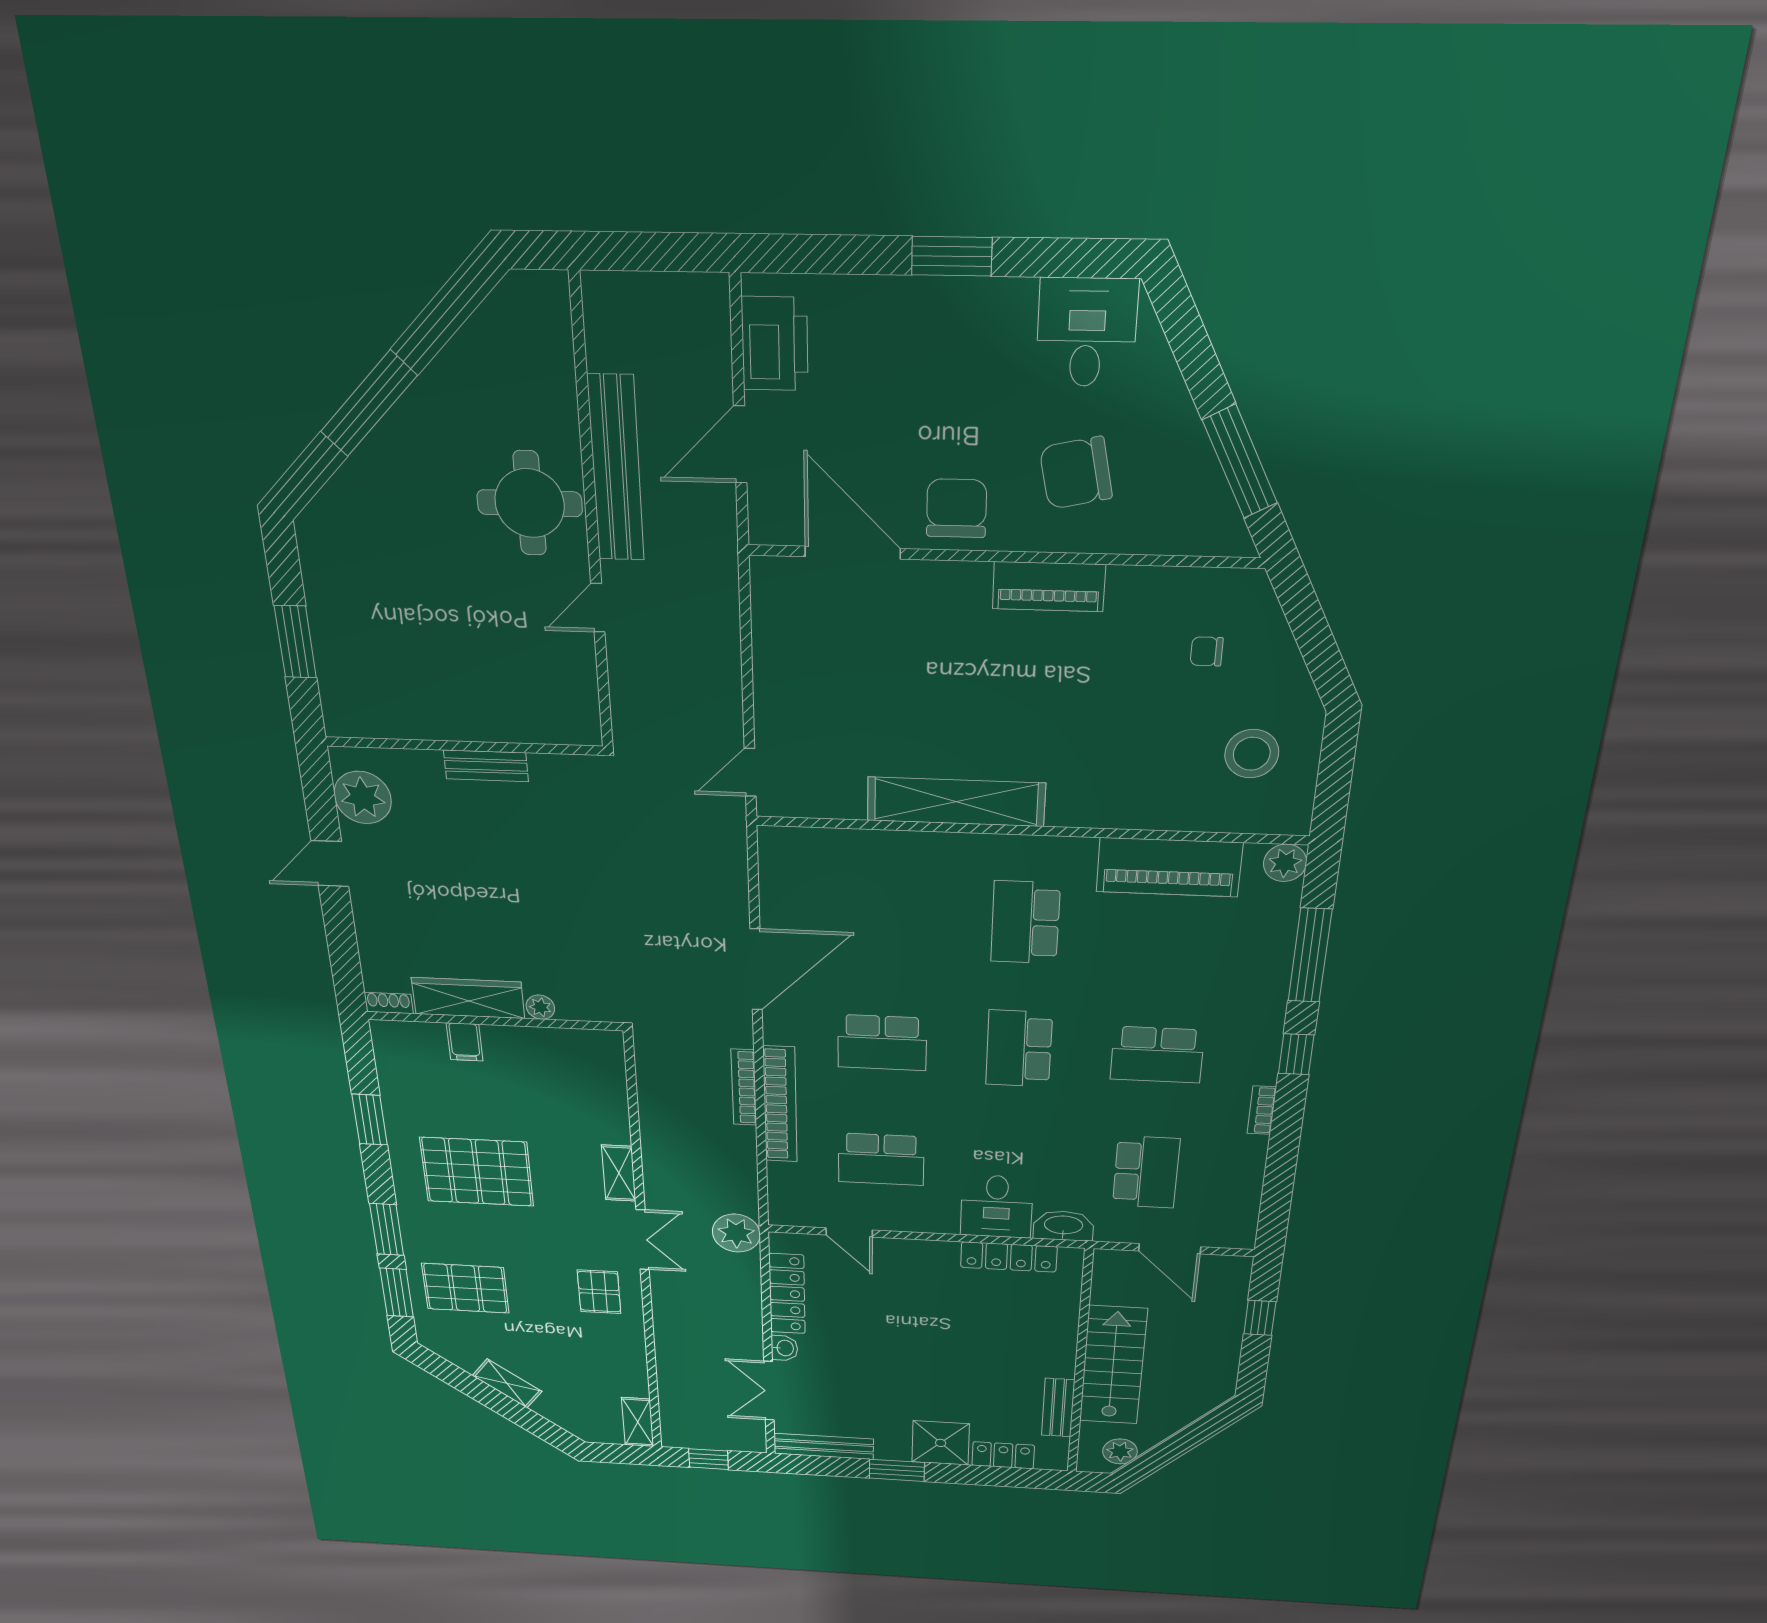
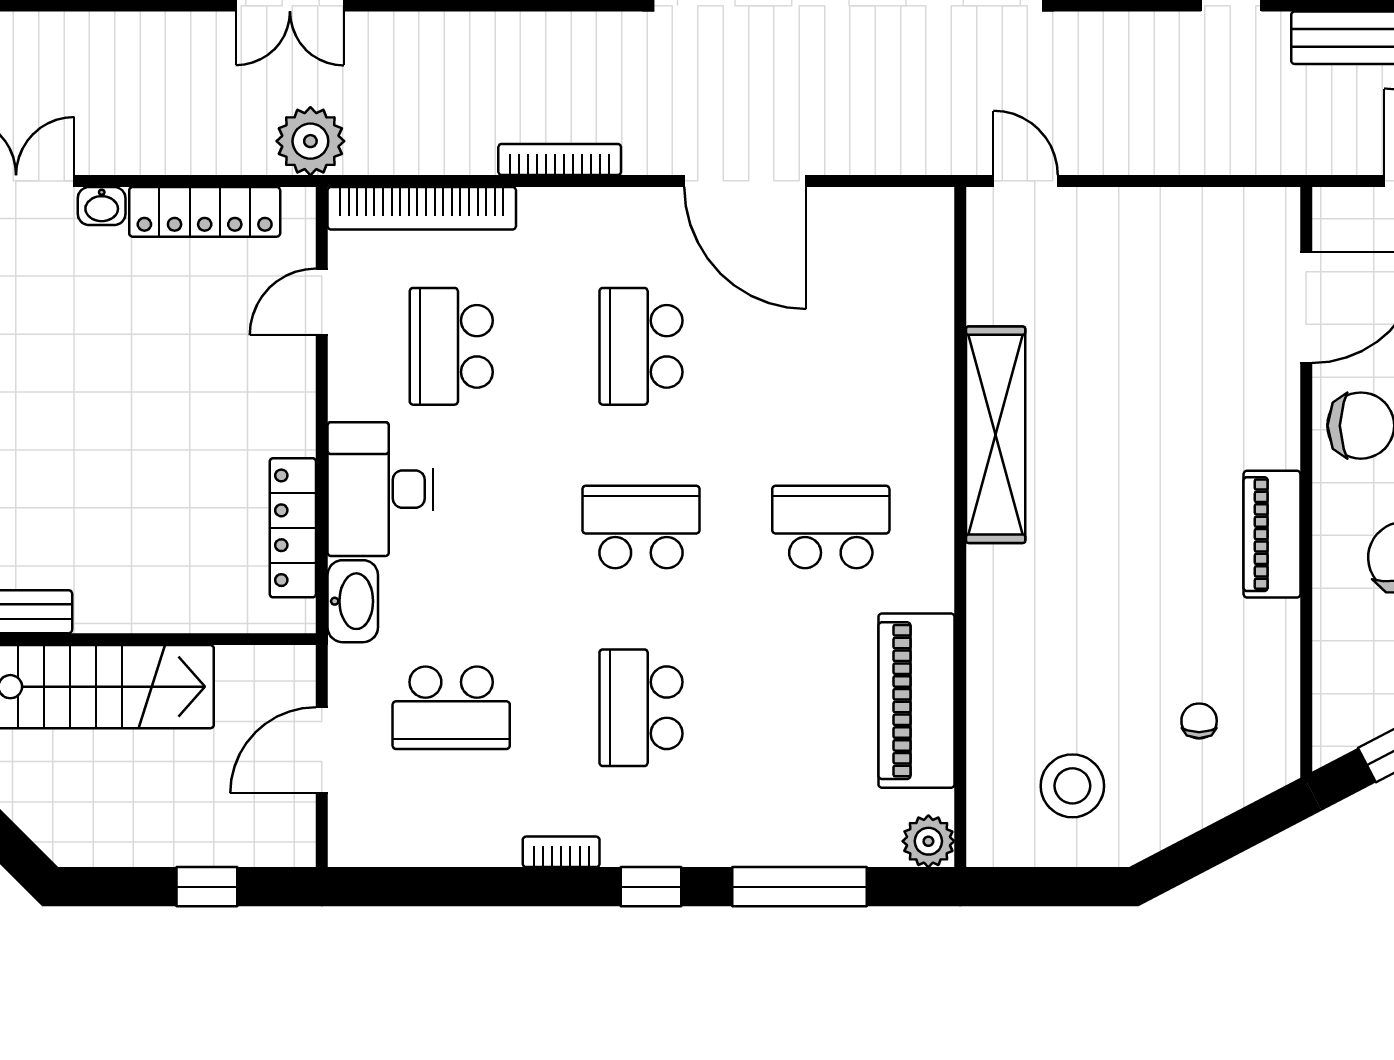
bookcase: (780, 1104) -> (422, 208), moved
desk: (997, 1206) -> (380, 489), width x1.37

